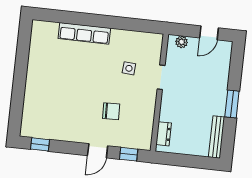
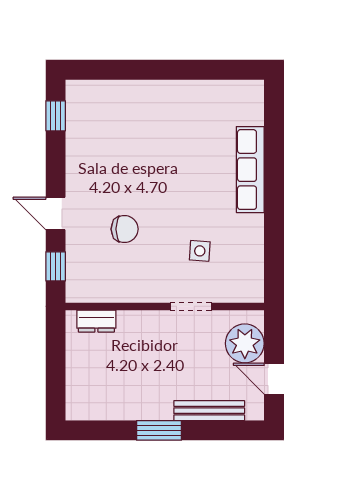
plant: (182, 42) -> (245, 343), width x1.87, depth x1.87
chair: (111, 111) -> (125, 229), turned -88
bench: (217, 137) -> (209, 411), moved

